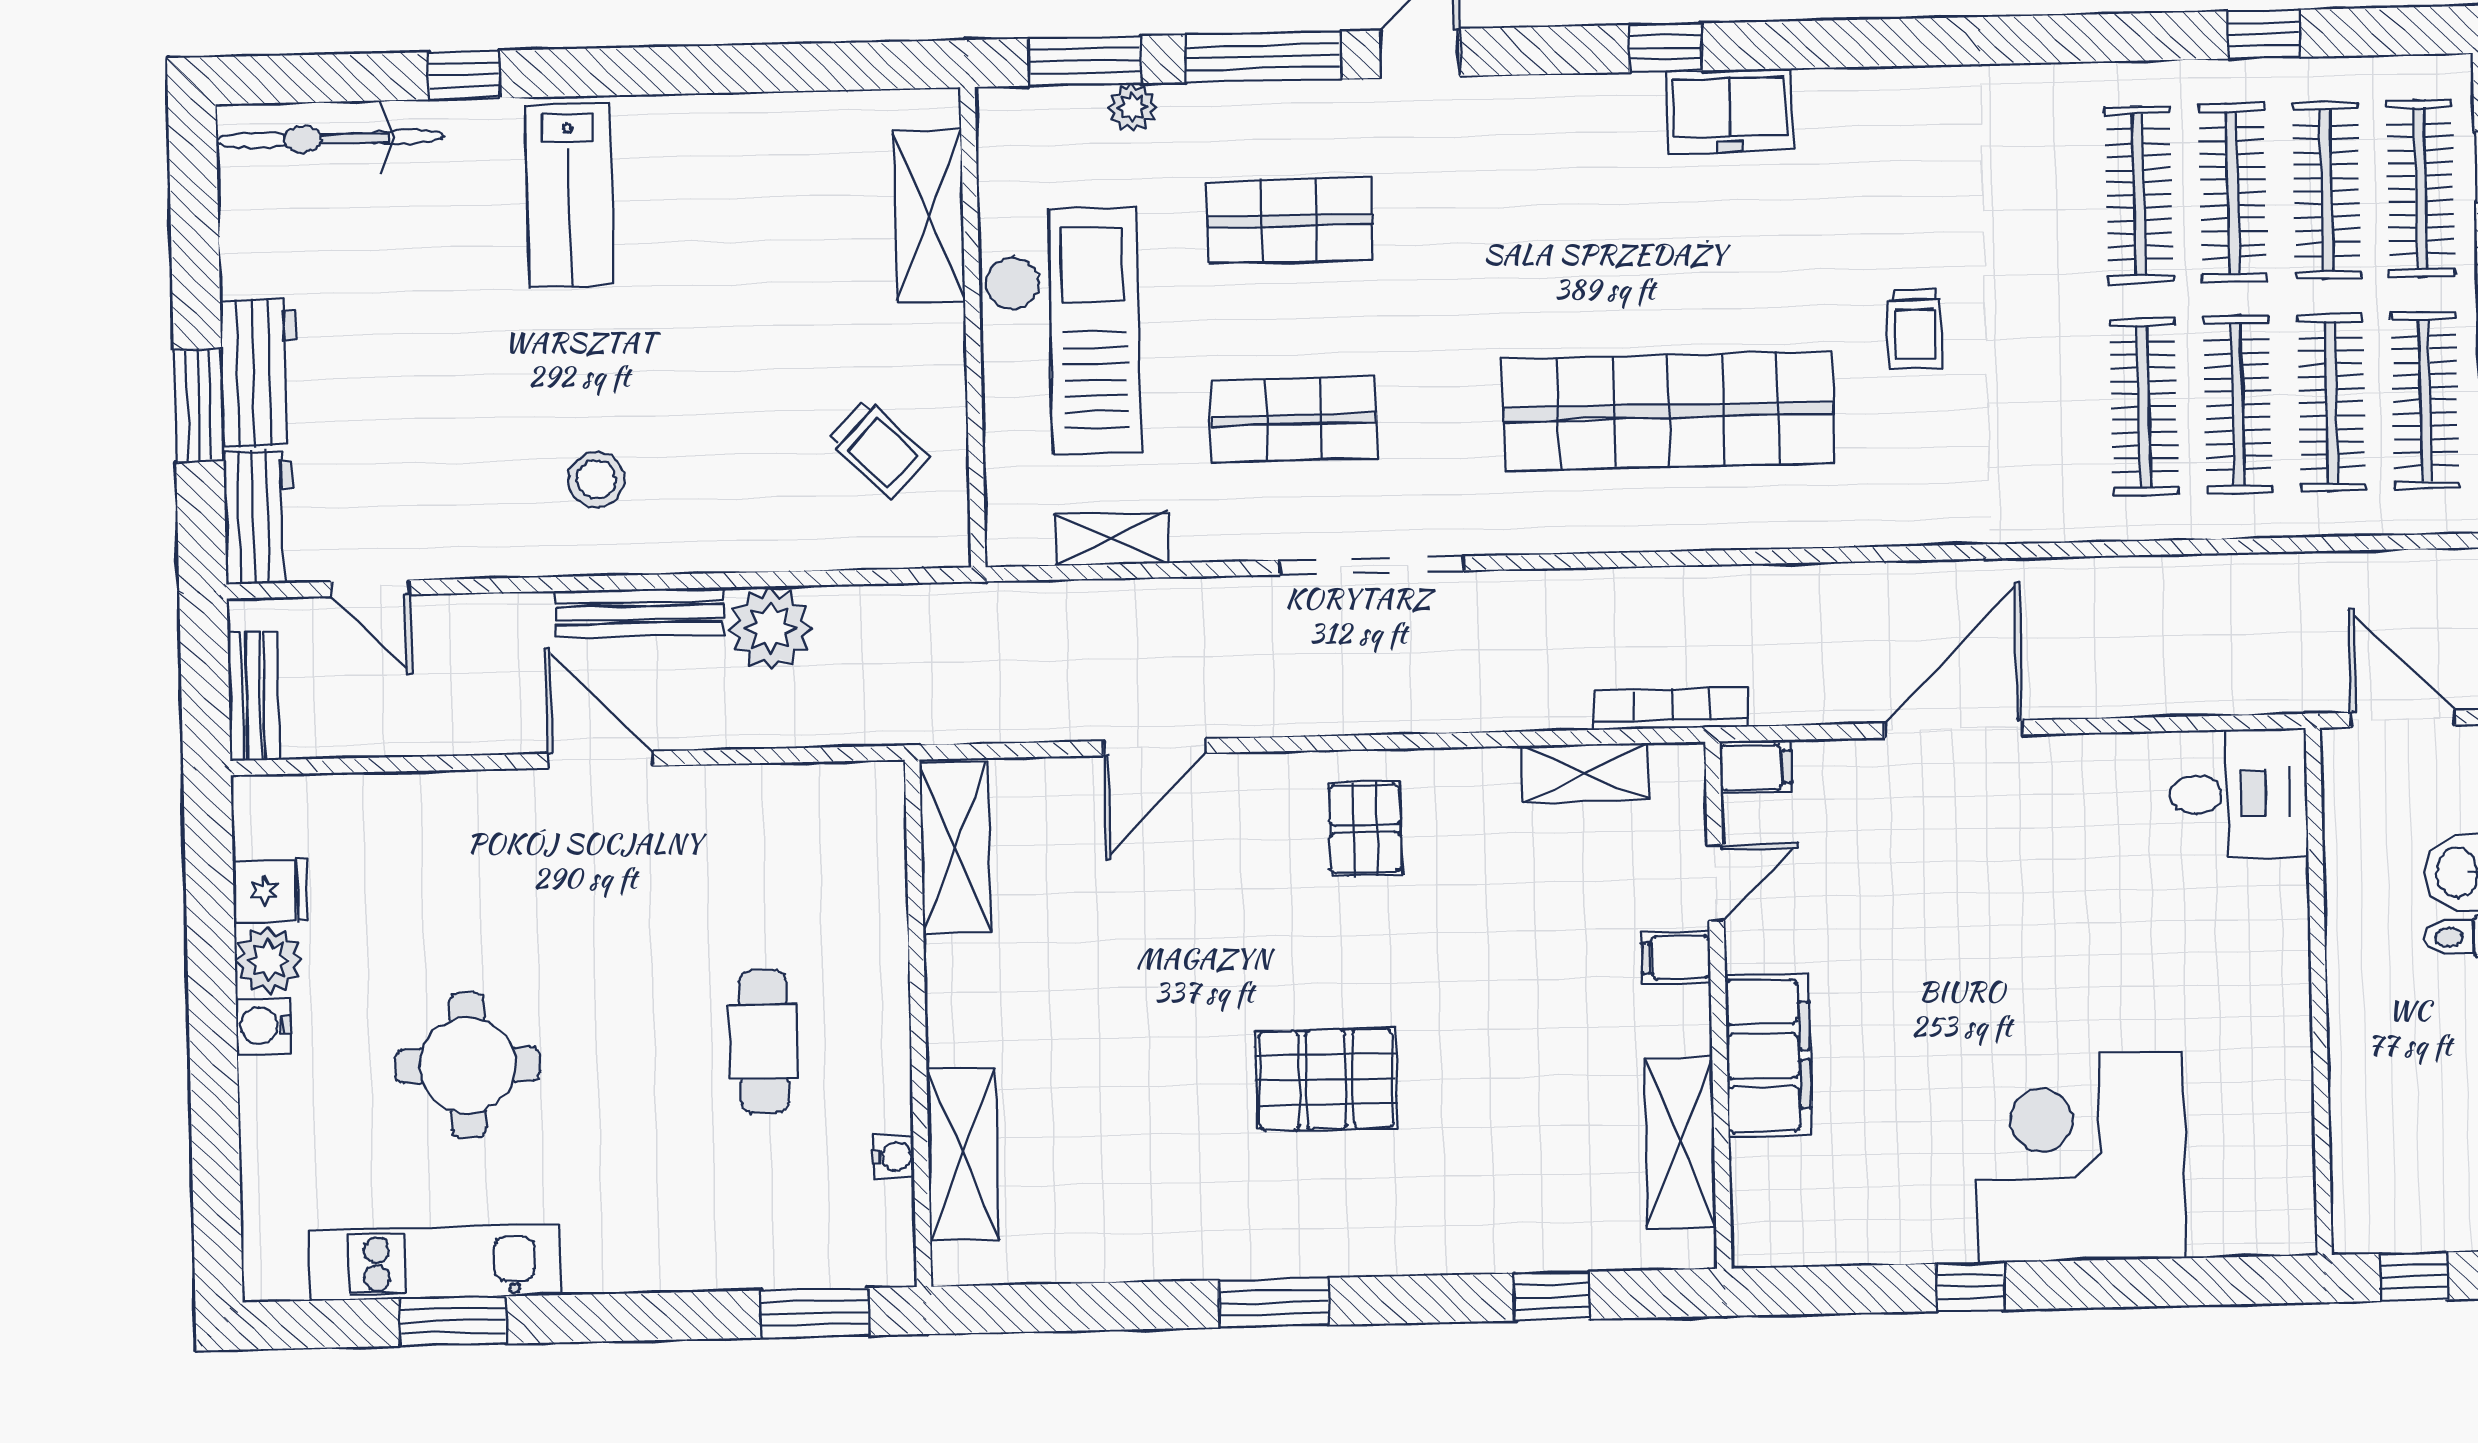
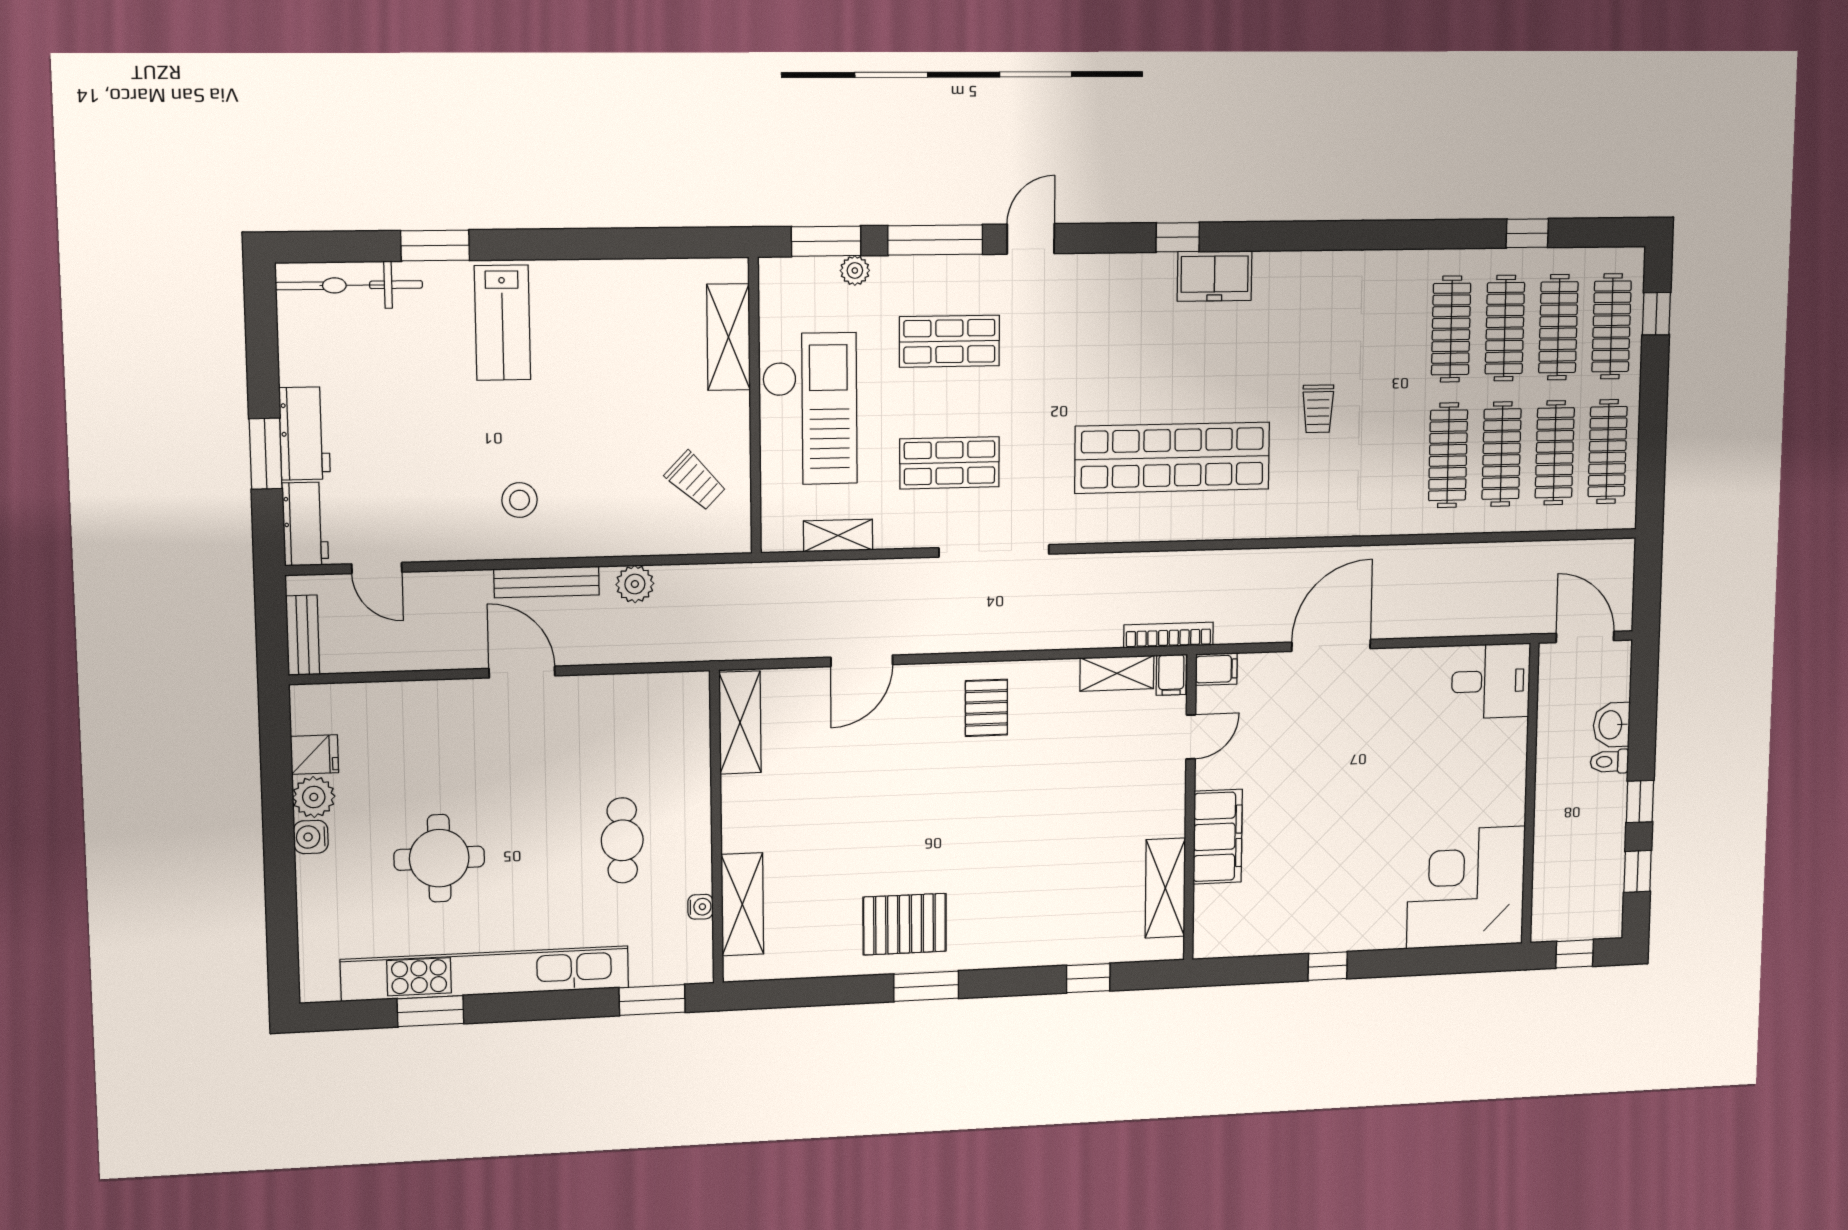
window: (464, 75) -> (435, 246), width x1.50
plant: (771, 628) -> (635, 584), width x0.73, depth x0.73
filing cabinet: (1676, 958) -> (1171, 675), moved, turned -90
pallet: (1326, 1079) -> (905, 924), moved
corner desk: (2080, 1157) -> (1466, 887), moved
kitchen unit: (434, 1263) -> (485, 974), width x1.86

